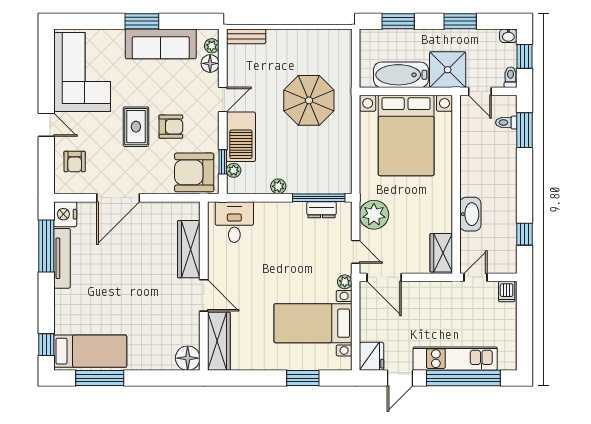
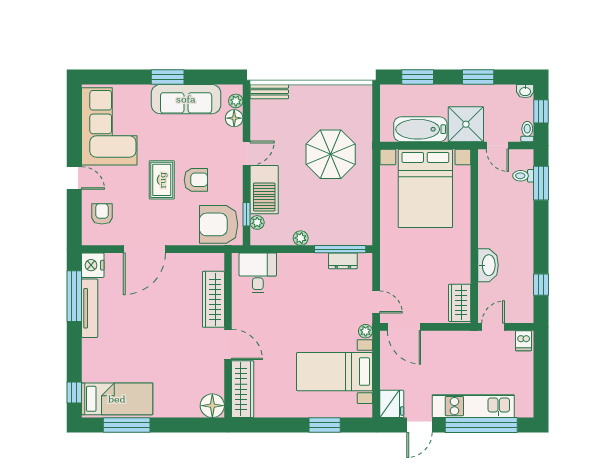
armchair: (75, 162) -> (102, 214), turned 180
plant: (374, 215) -> (394, 266), removed

